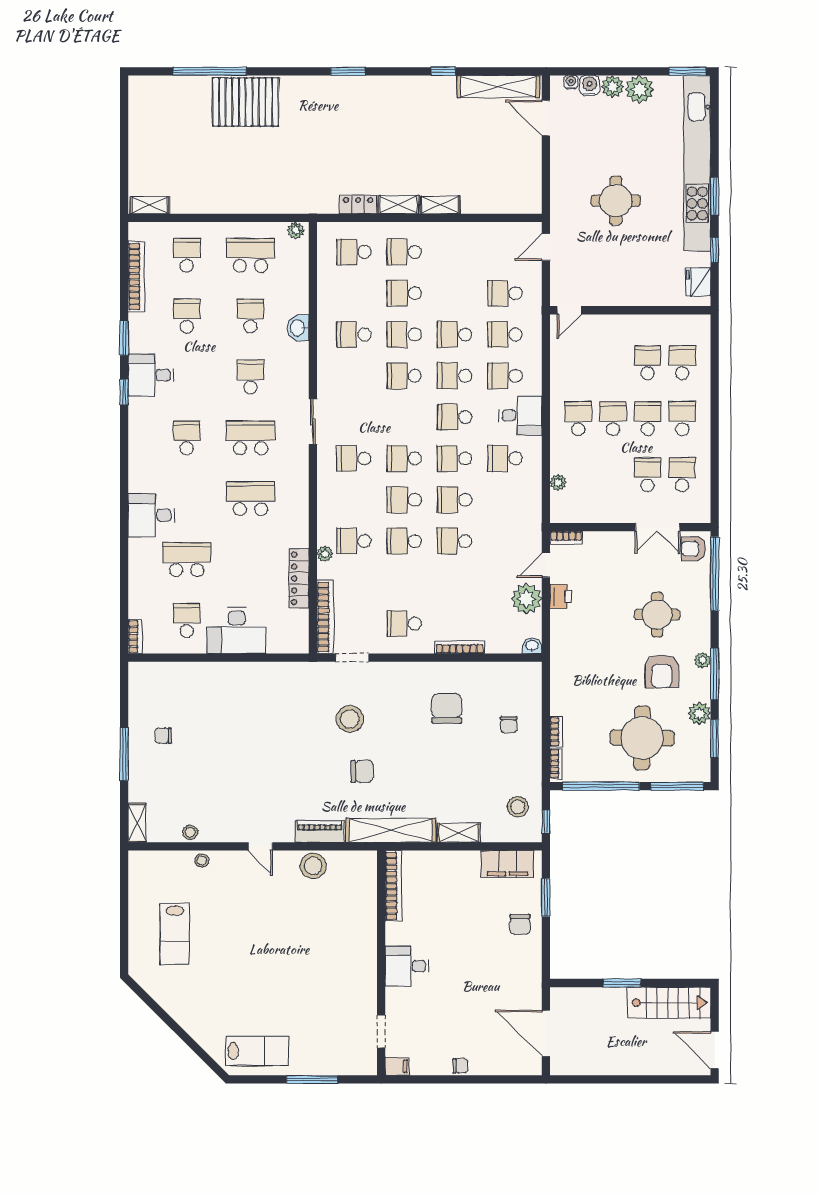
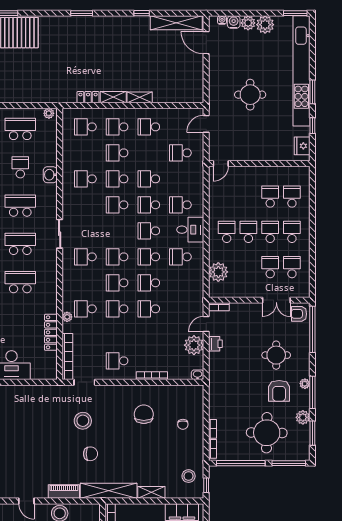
school desk: (505, 334) -> (149, 127), moved
school desk: (250, 377) -> (20, 206), width x1.85
plant: (558, 482) -> (218, 272), width x1.88, depth x1.88

